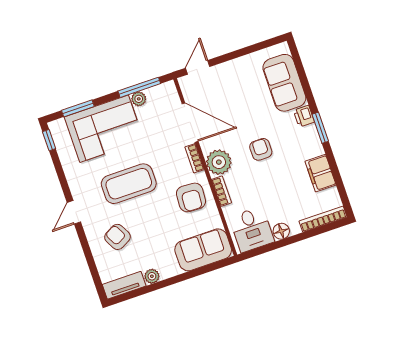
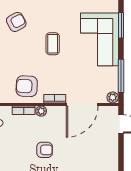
plant: (139, 99) -> (113, 97), moved
plant: (219, 162) -> (41, 111), width x0.53, depth x0.53
coffee table: (129, 184) -> (53, 44), width x0.54, depth x0.58

